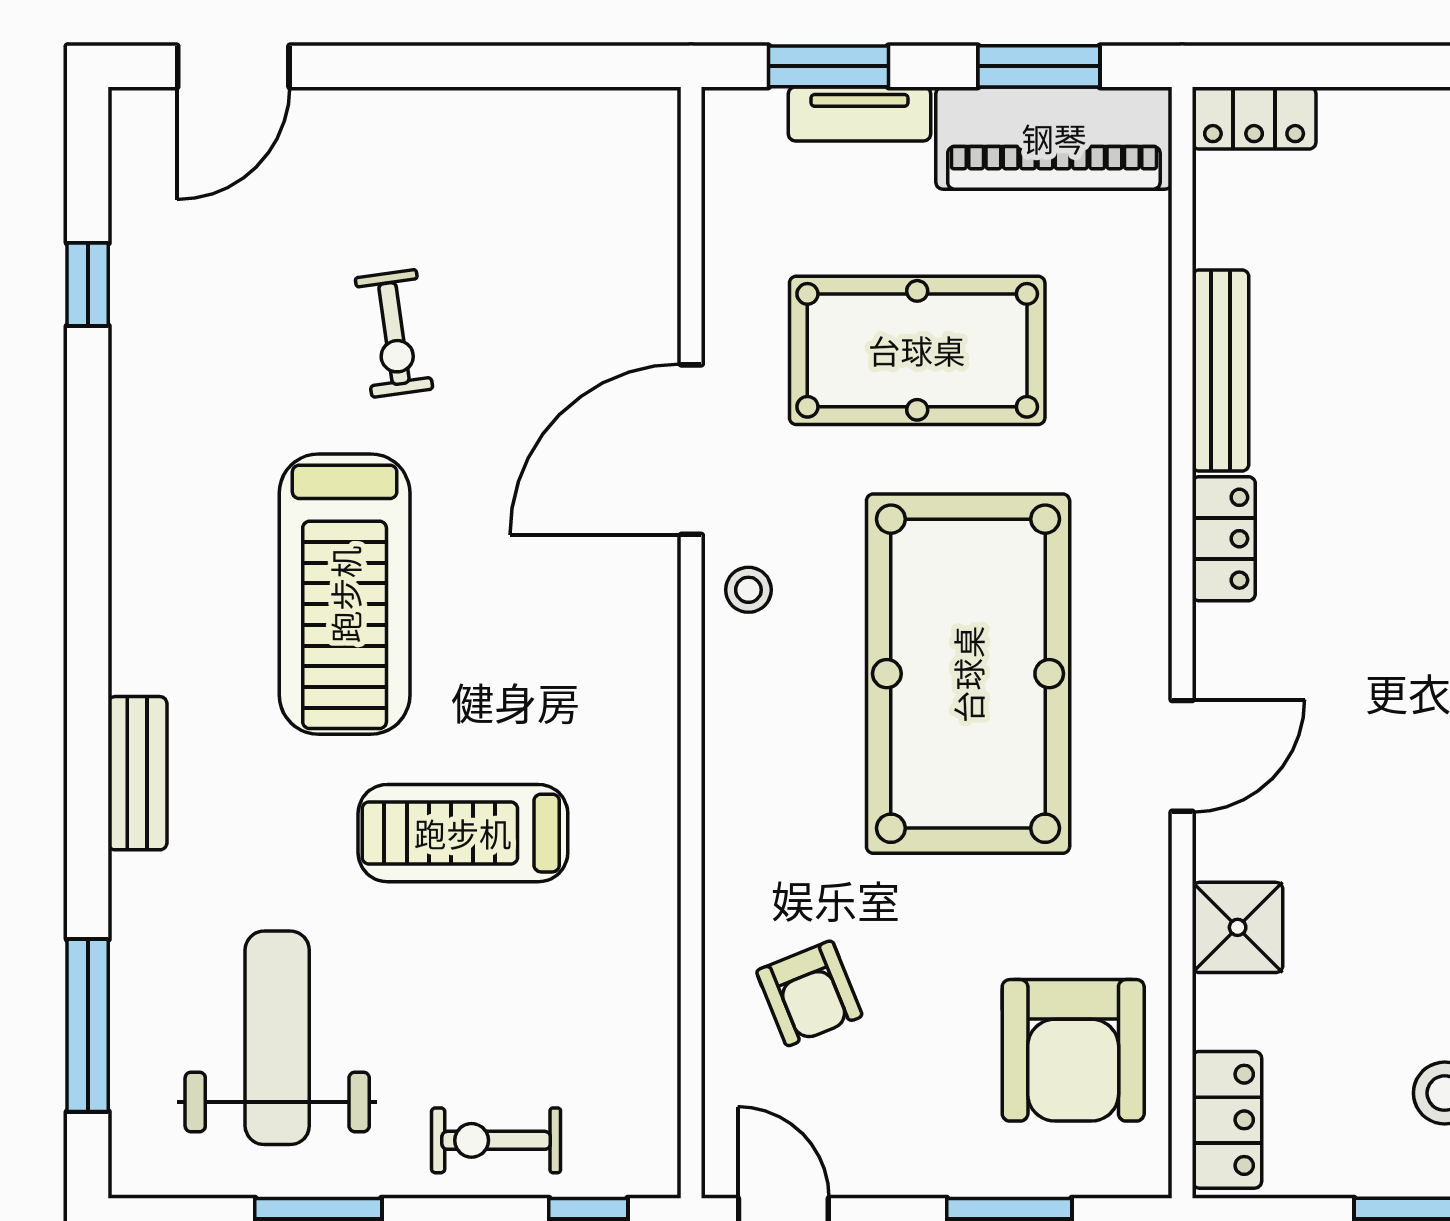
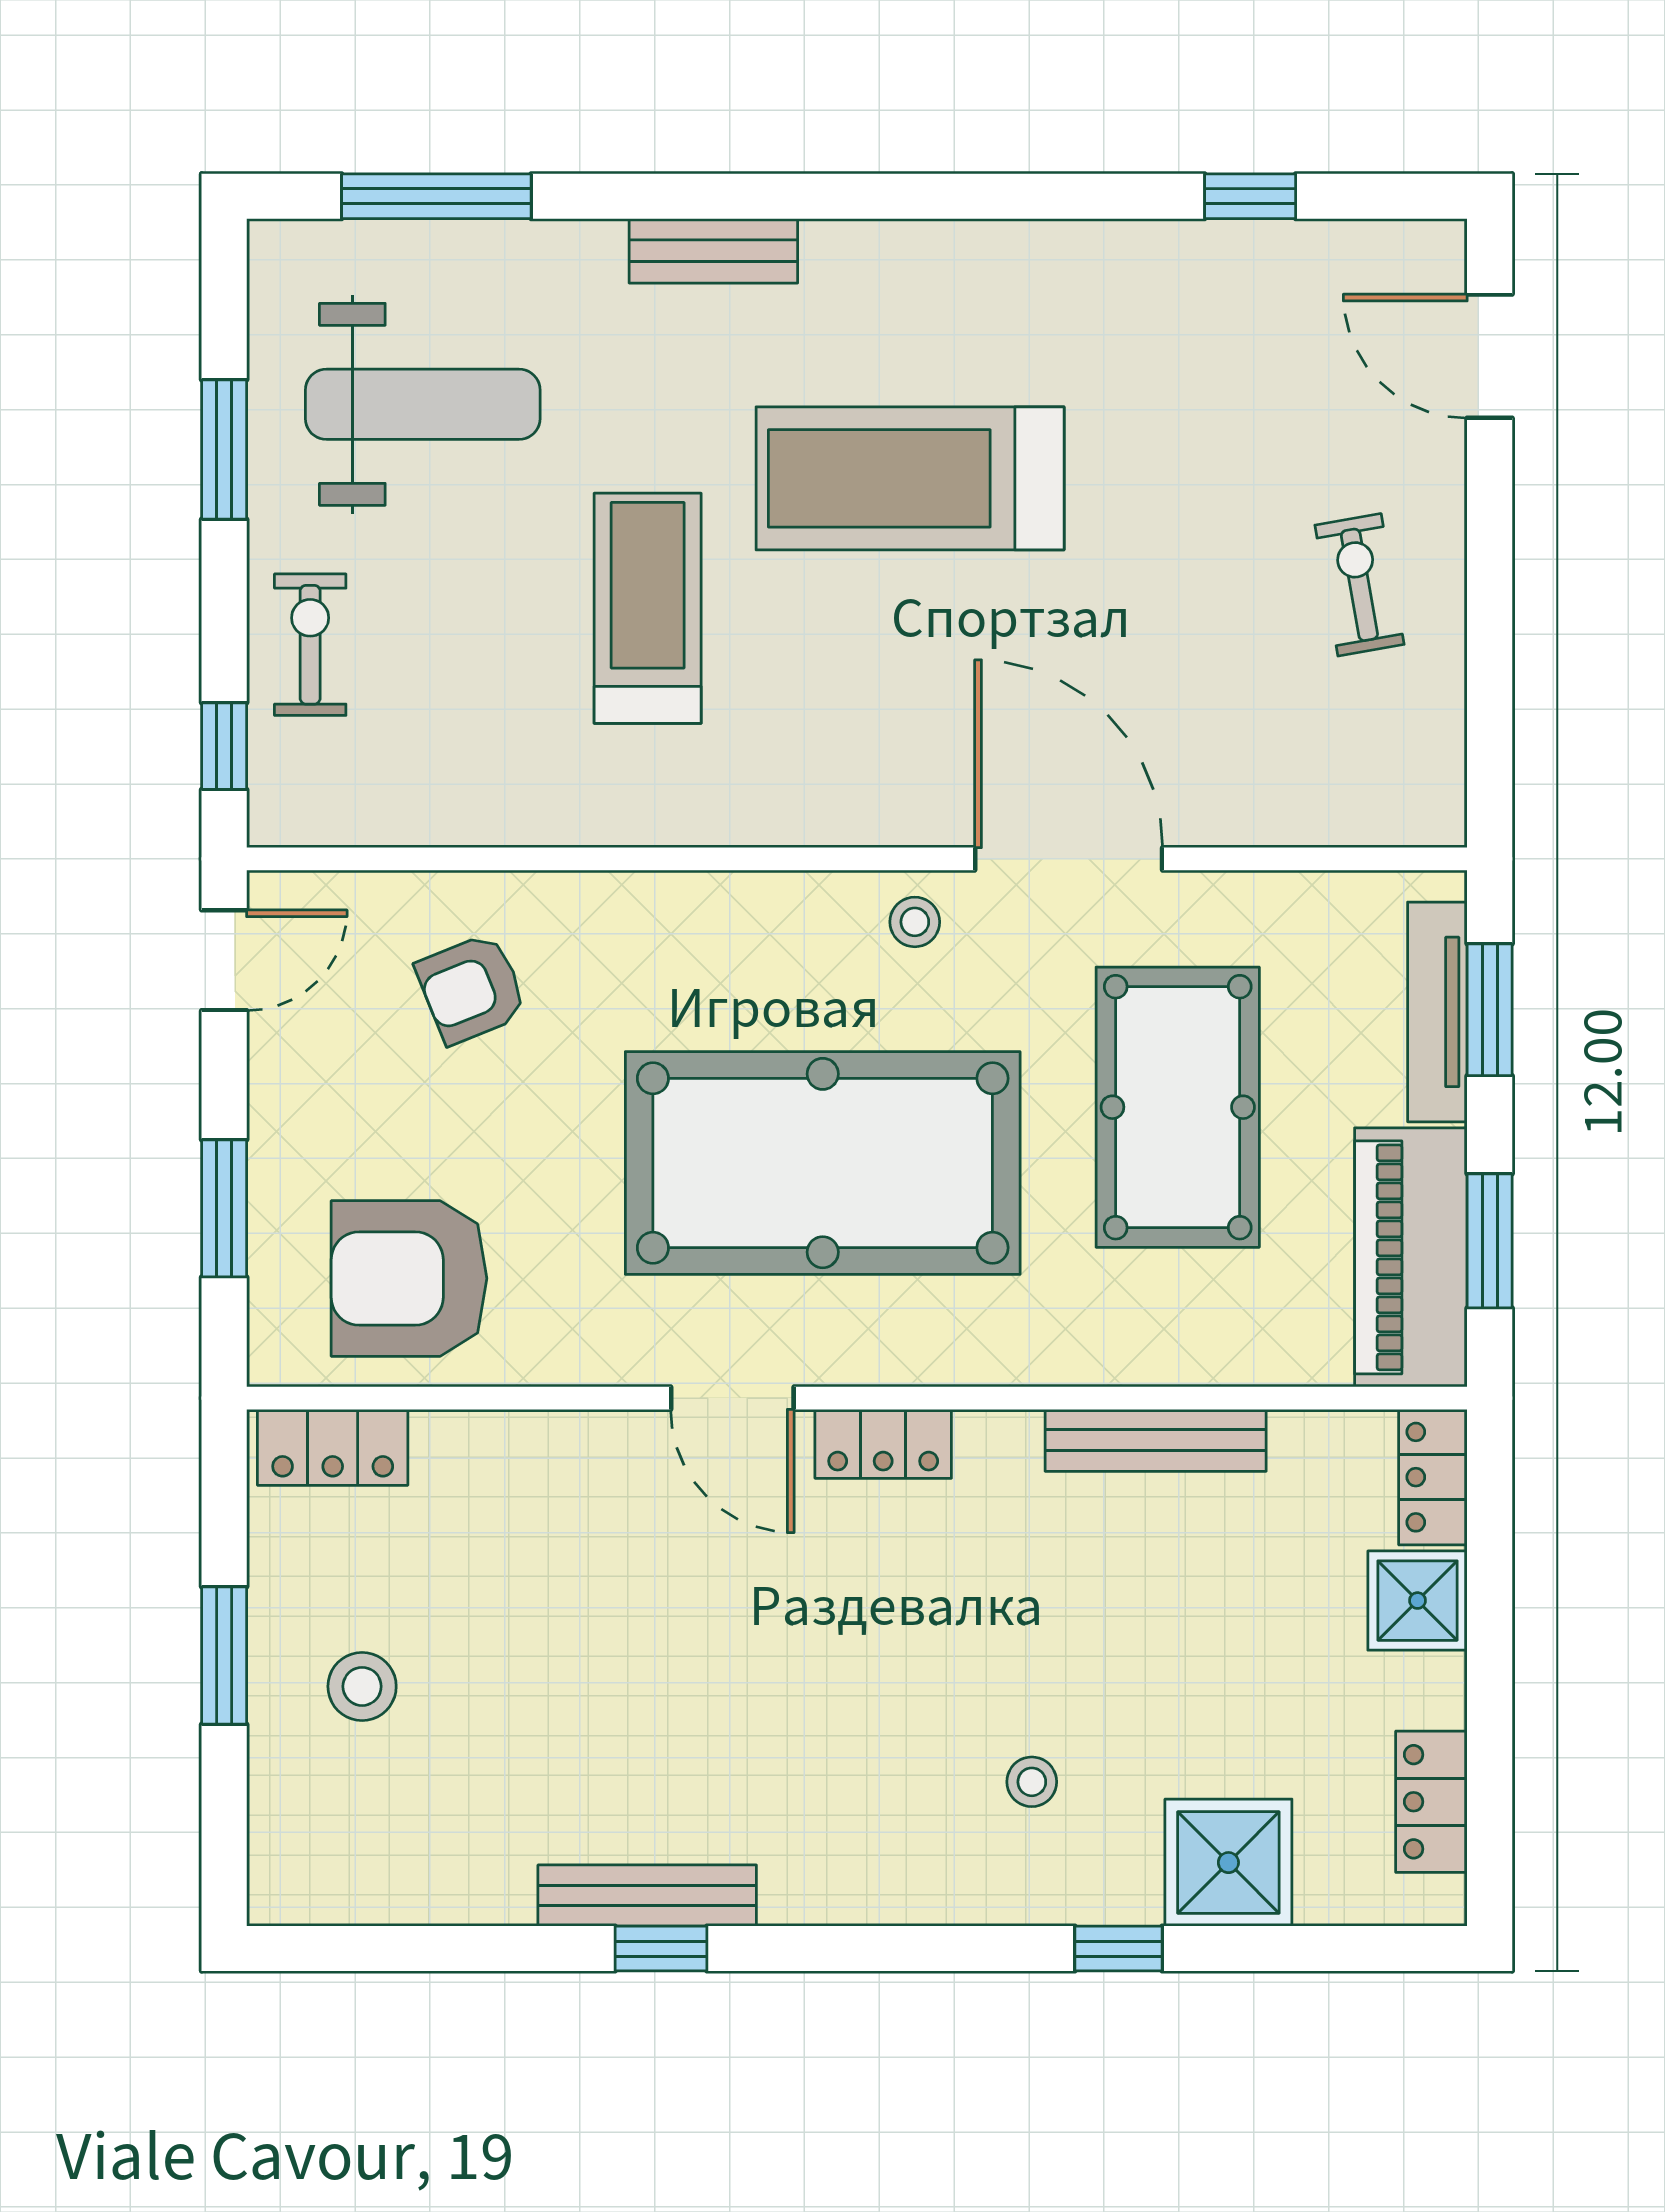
tv unit: (859, 114) -> (1437, 1012), width x1.41
exercise bike: (394, 333) -> (1359, 585), moved, turned 88
locker: (1224, 539) -> (883, 1444), moved
shower: (1238, 927) -> (1418, 1601), moved

